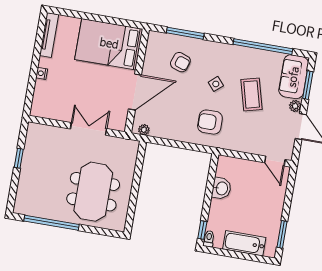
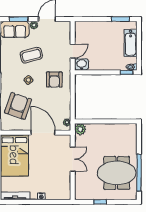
armchair: (180, 62) -> (18, 106), width x1.88, depth x1.88
double door: (88, 129) -> (73, 159), swing flipped
plant: (131, 148) -> (80, 129), added
door: (275, 161) -> (73, 51), moved
washbasin: (221, 188) -> (82, 64), moved
meeting table: (93, 192) -> (117, 173), moved

